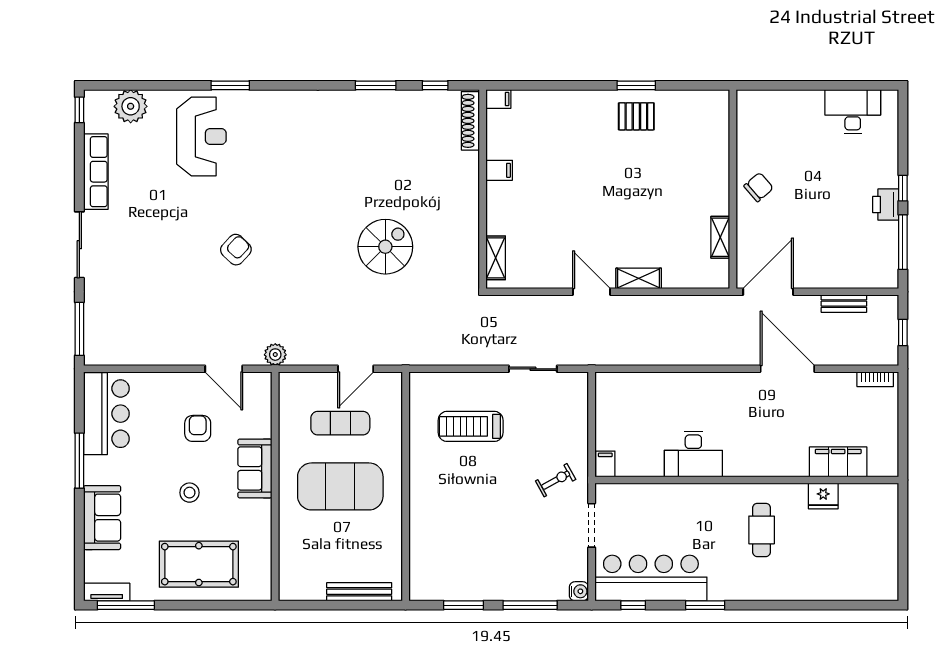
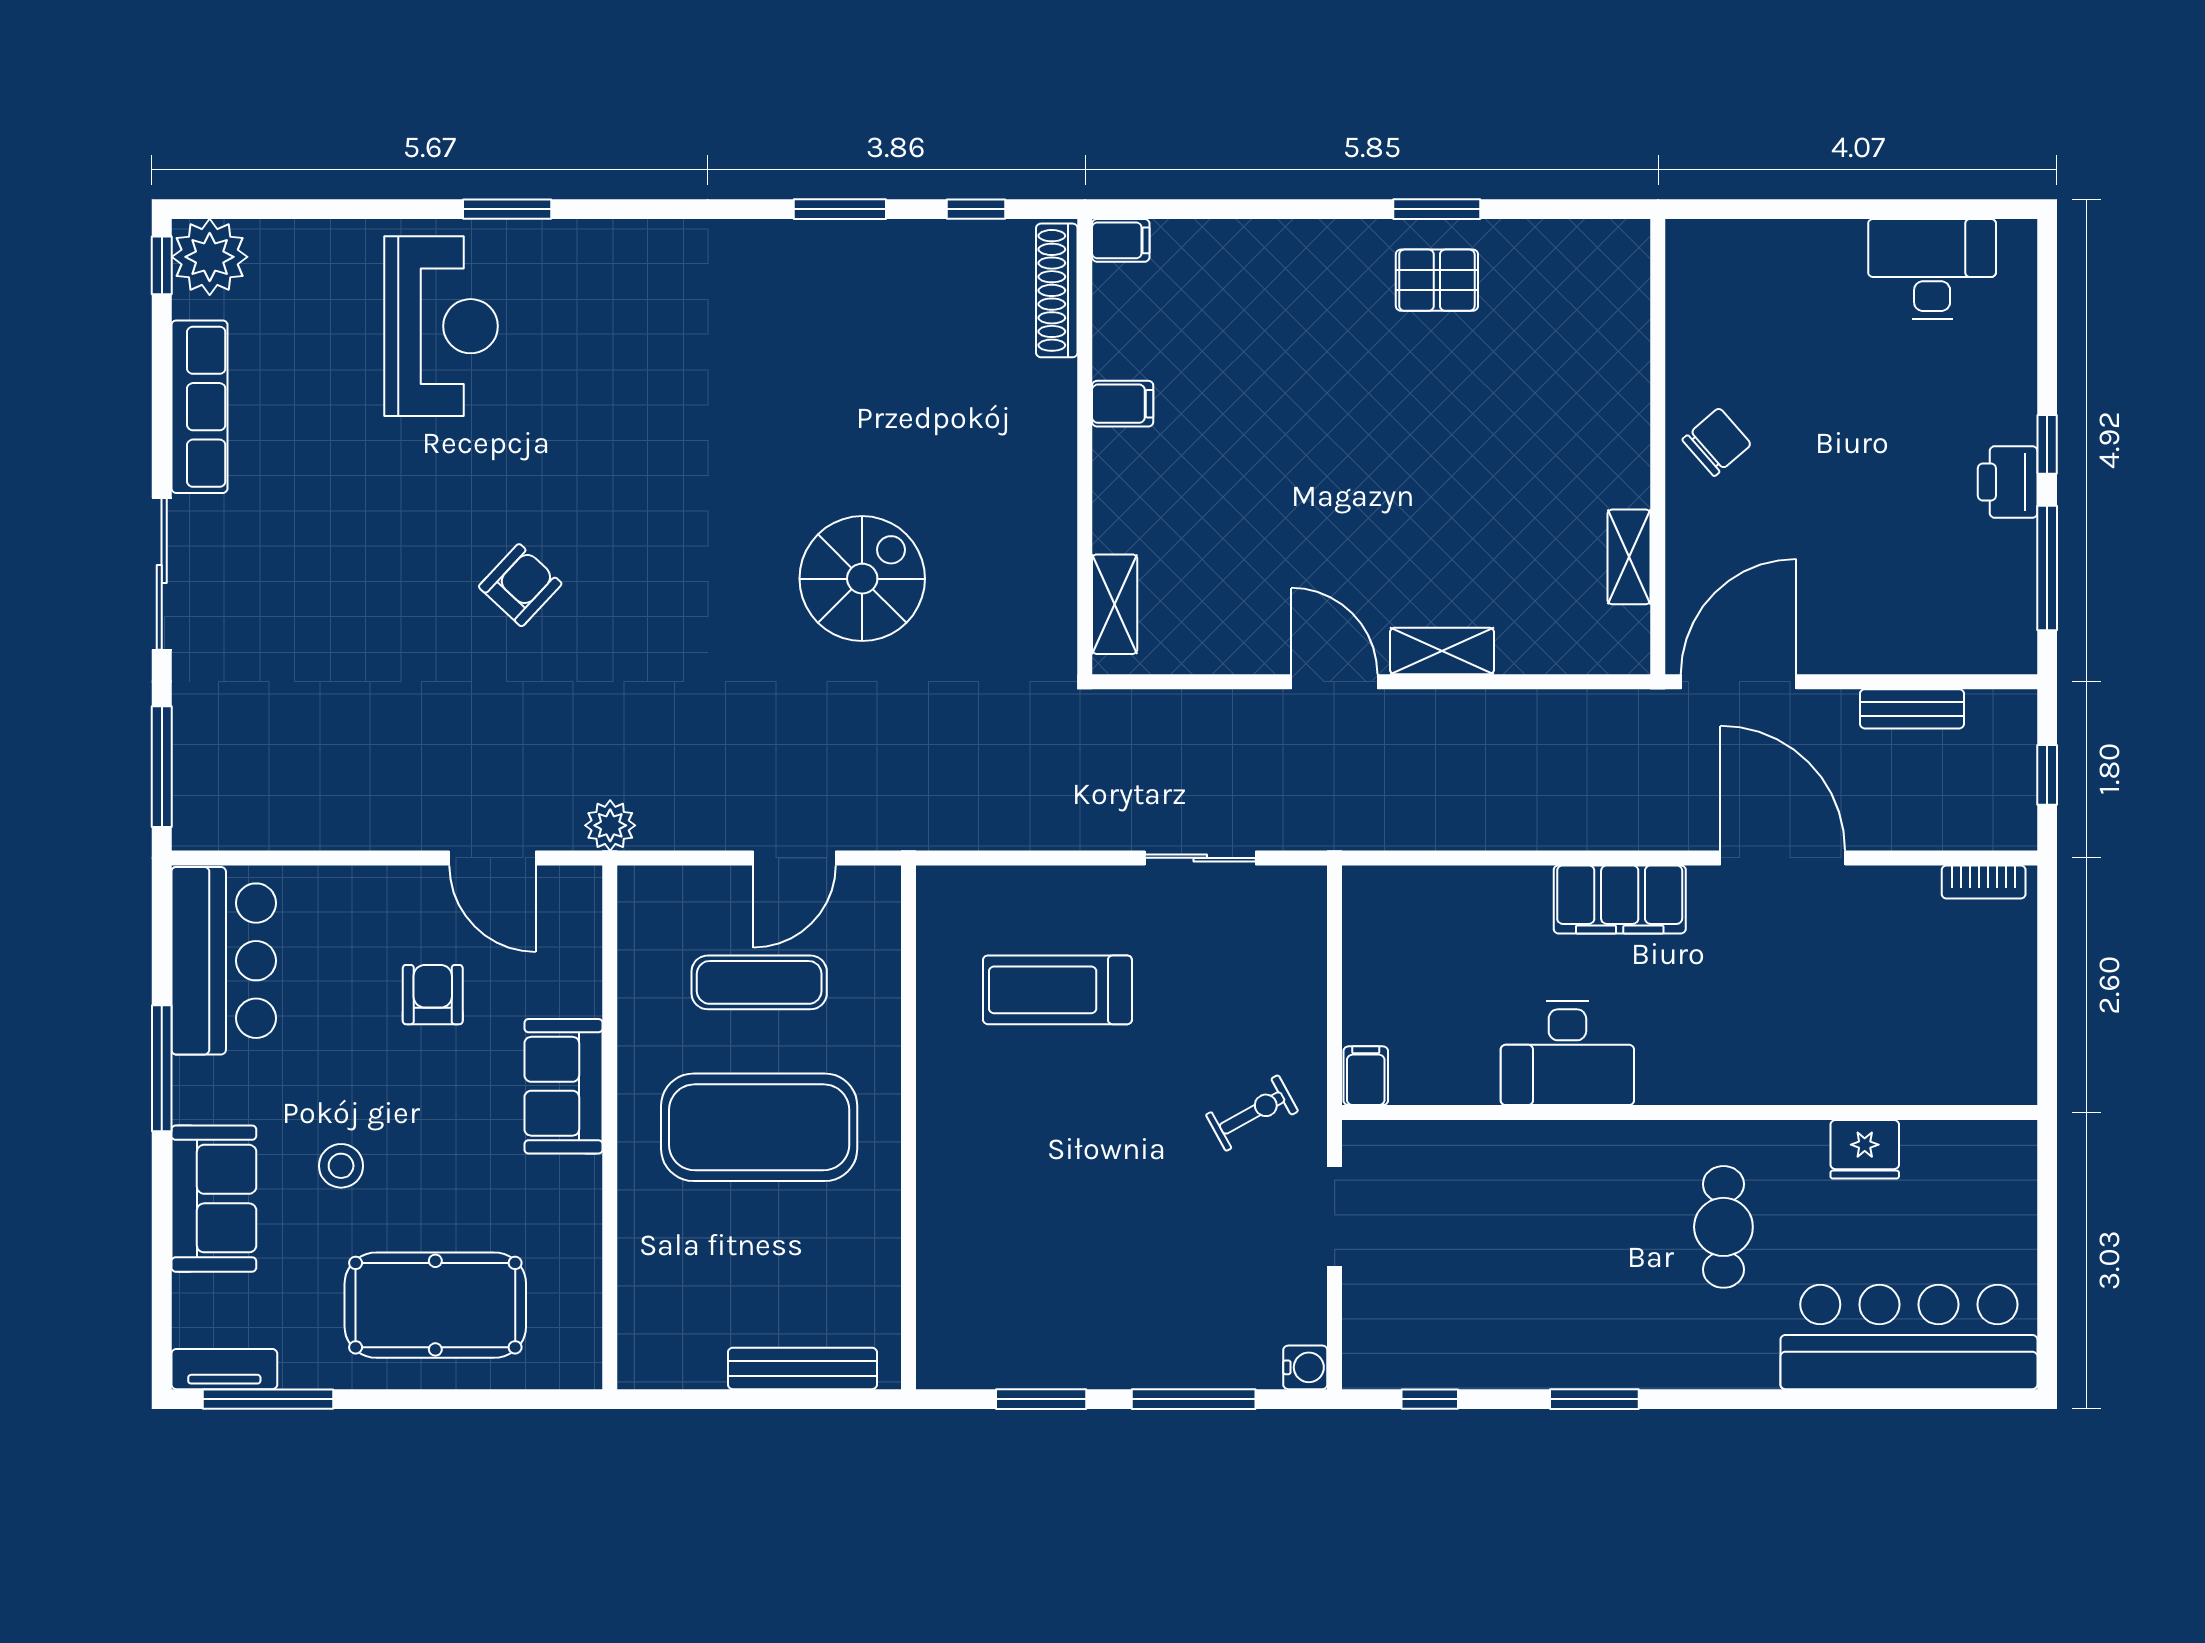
plant: (131, 106) -> (210, 257), moved
filing cabinet: (838, 462) -> (1620, 899), moved, turned 180
stool: (189, 493) -> (341, 1166), moved
bar counter: (651, 578) -> (1909, 1337), moved

